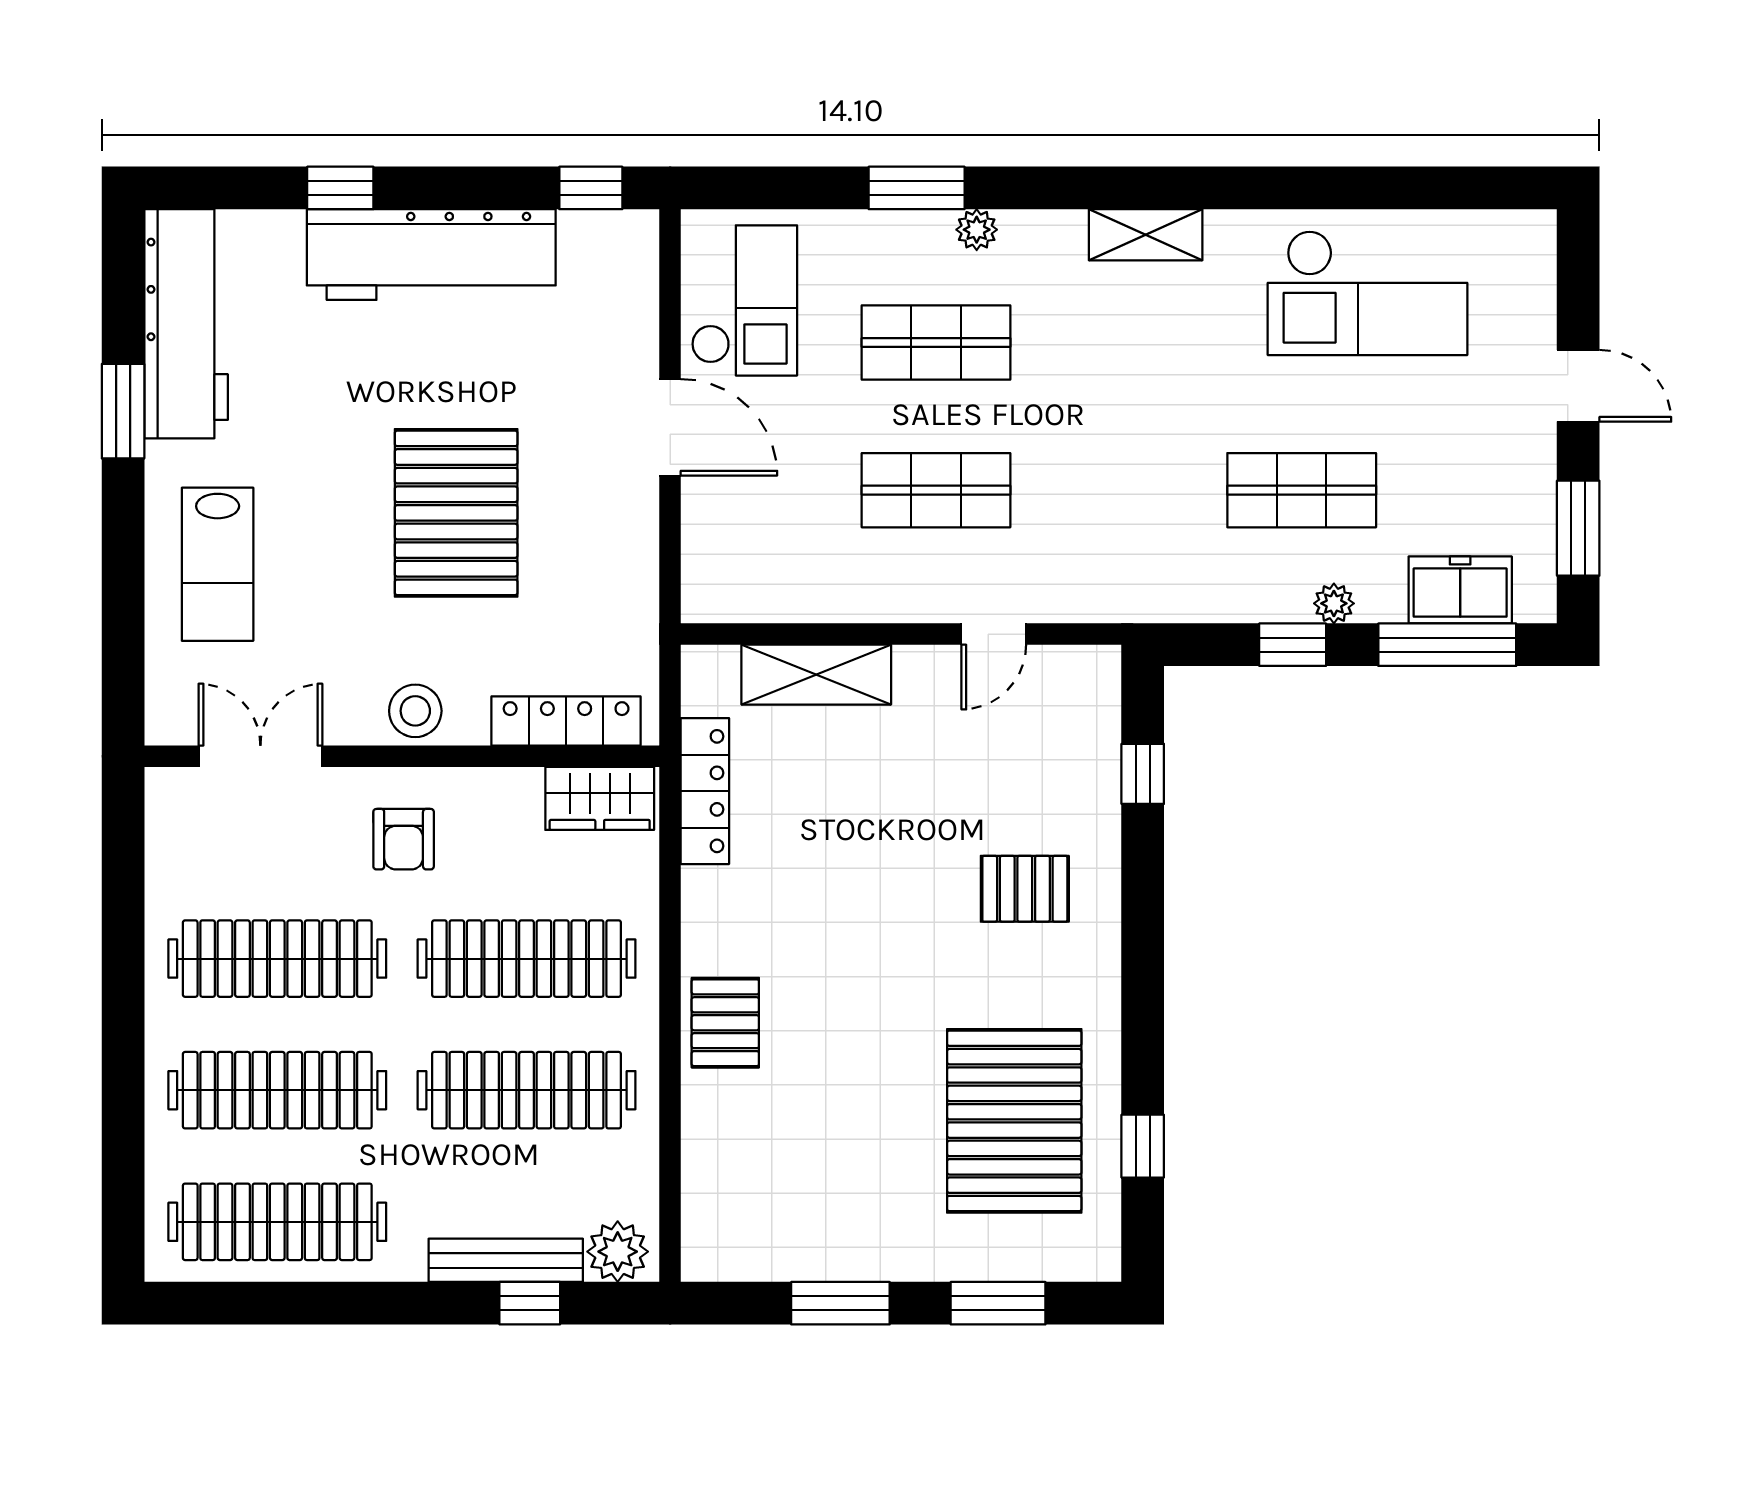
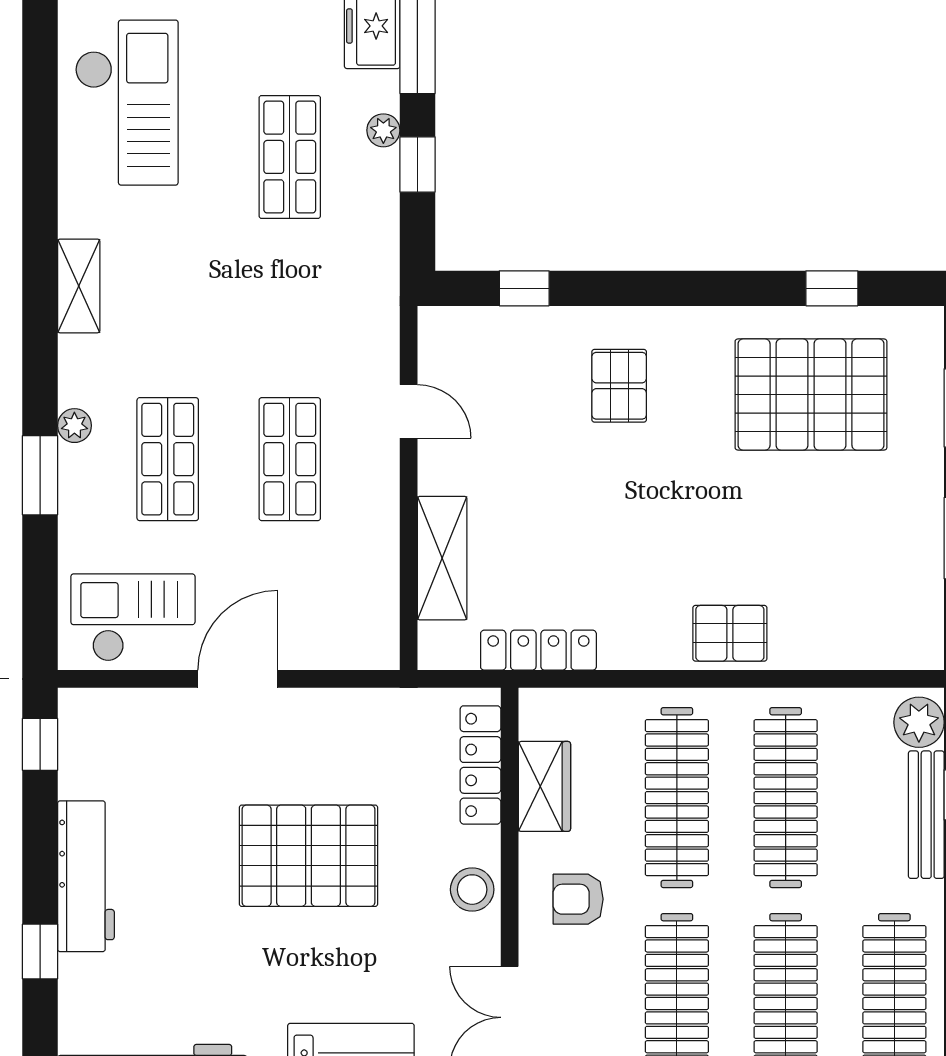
workbench: (431, 255) -> (86, 876), width x0.73, depth x0.76
wardrobe: (600, 798) -> (544, 786), moved
armchair: (404, 839) -> (578, 899), turned 180

